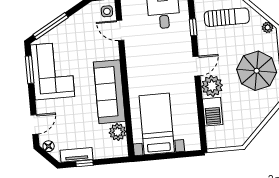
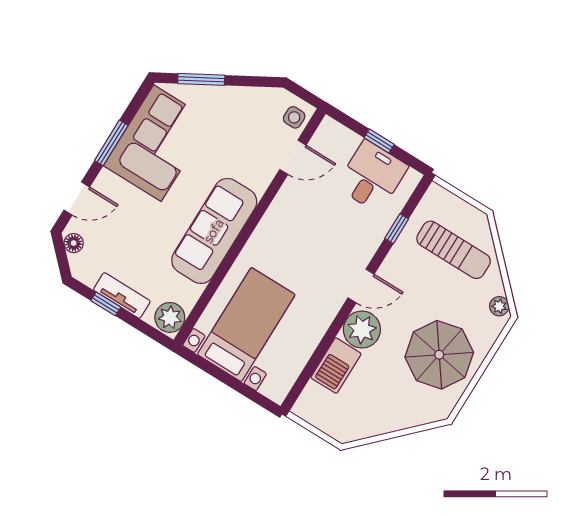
window: (51, 26) -> (201, 79), width x0.69
door: (120, 30) -> (293, 157), swing flipped
window: (30, 70) -> (111, 143), moved
plant: (118, 132) -> (170, 317), moved
tv unit: (76, 155) -> (122, 295), moved

